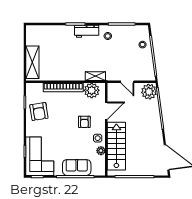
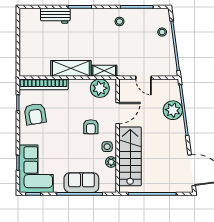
workbench: (87, 31) -> (55, 16), moved
shelving: (32, 62) -> (71, 68), moved, turned 90
bookcase: (63, 87) -> (44, 84), moved
plant: (149, 92) -> (173, 110), moved

